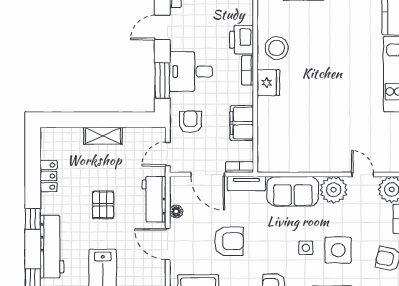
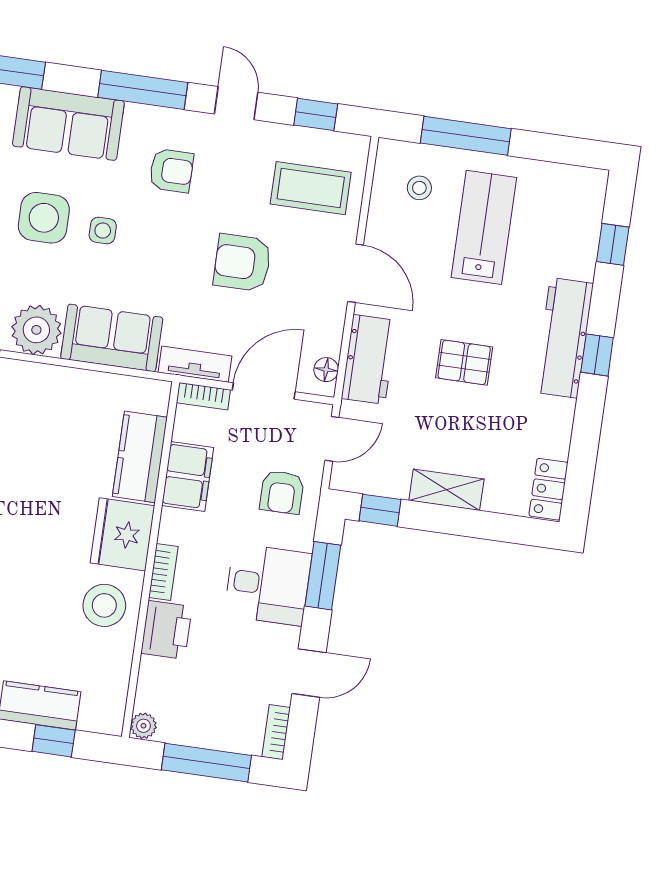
fridge: (268, 83) -> (122, 534), width x1.36, depth x1.34
window: (137, 120) -> (380, 510), added
kitchen counter: (269, 130) -> (140, 457), added
door: (208, 174) -> (264, 391), hinge flipped
locker: (48, 176) -> (548, 489), moved
pallet: (103, 205) -> (464, 362), turned 90
floor lamp: (176, 211) -> (326, 370), moved
workbench: (52, 247) -> (564, 338), moved

